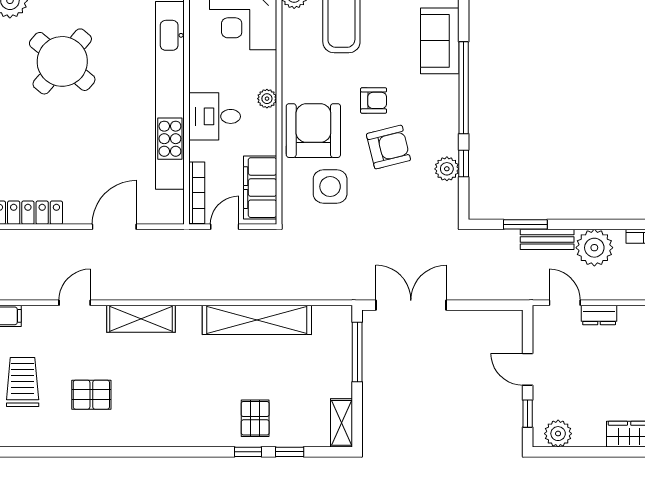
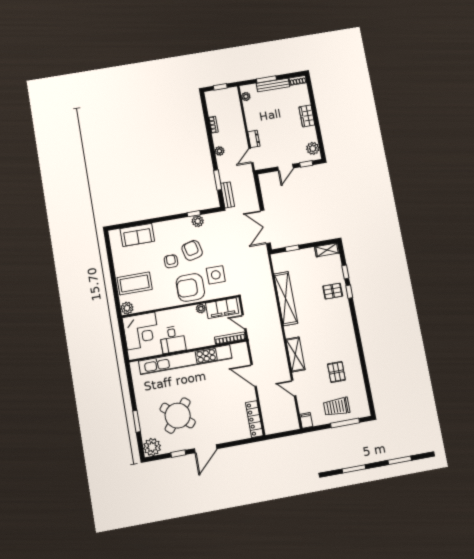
window: (464, 88) -> (158, 220), removed
plant: (267, 99) -> (201, 309), moved
desk: (215, 116) -> (173, 340), moved
bench: (547, 239) -> (228, 195), moved
plant: (594, 248) -> (219, 151), width x0.53, depth x0.53
window: (357, 352) -> (292, 248), width x0.46

